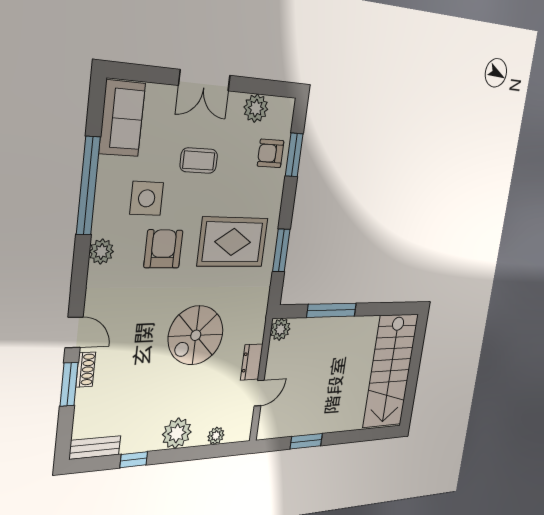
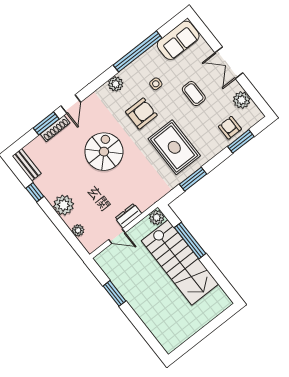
side table: (147, 198) -> (156, 84), width x0.54, depth x0.54
spiral stairs: (196, 335) -> (104, 152), moved, turned 90
shoe rack: (86, 370) -> (55, 128), width x1.43
stairs: (391, 371) -> (180, 262), moved, turned -90

